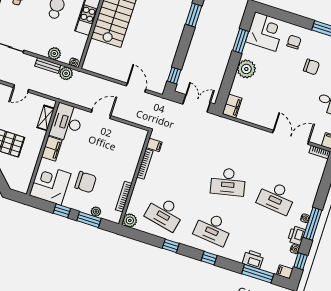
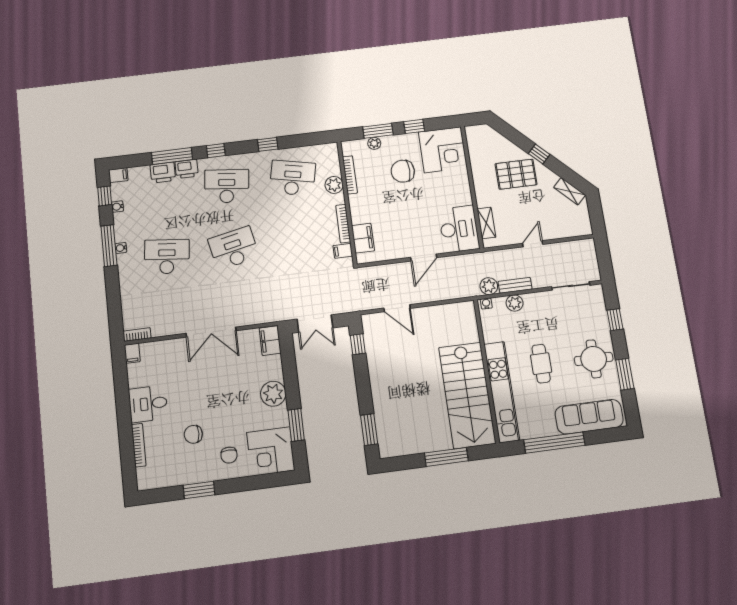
double door: (291, 137) -> (211, 332), moved
filing cabinet: (52, 149) -> (363, 238), moved, turned 180
plant: (130, 220) -> (334, 185), moved
printer: (297, 235) -> (187, 169), moved, turned 90
window: (258, 274) -> (172, 156), moved

